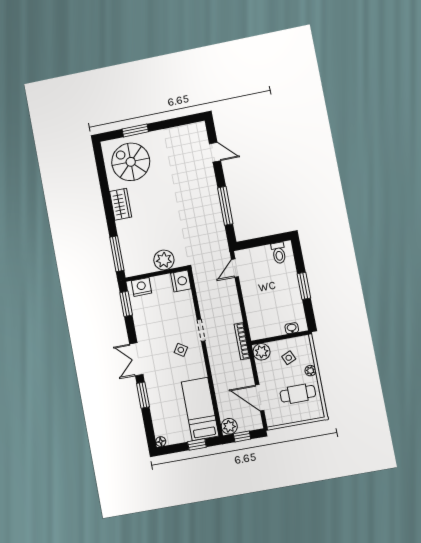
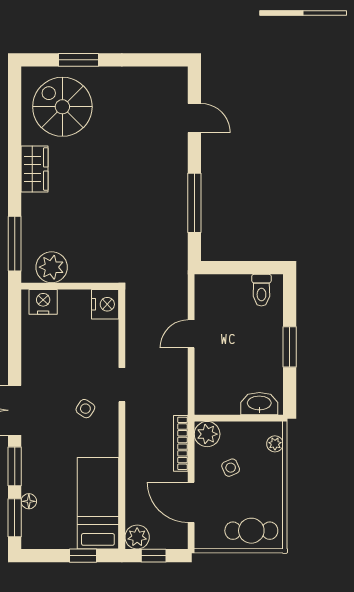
plant: (164, 260) -> (52, 267), moved
door: (235, 268) -> (191, 334), moved
window: (126, 304) -> (15, 518), moved
washbasin: (292, 328) -> (259, 404), width x1.91, depth x1.45
bookcase: (242, 341) -> (181, 443), moved
side table: (289, 358) -> (231, 468), moved
plant: (310, 371) -> (275, 444), moved
cafe table: (298, 394) -> (251, 531), moved
floor lamp: (161, 442) -> (29, 501), moved

